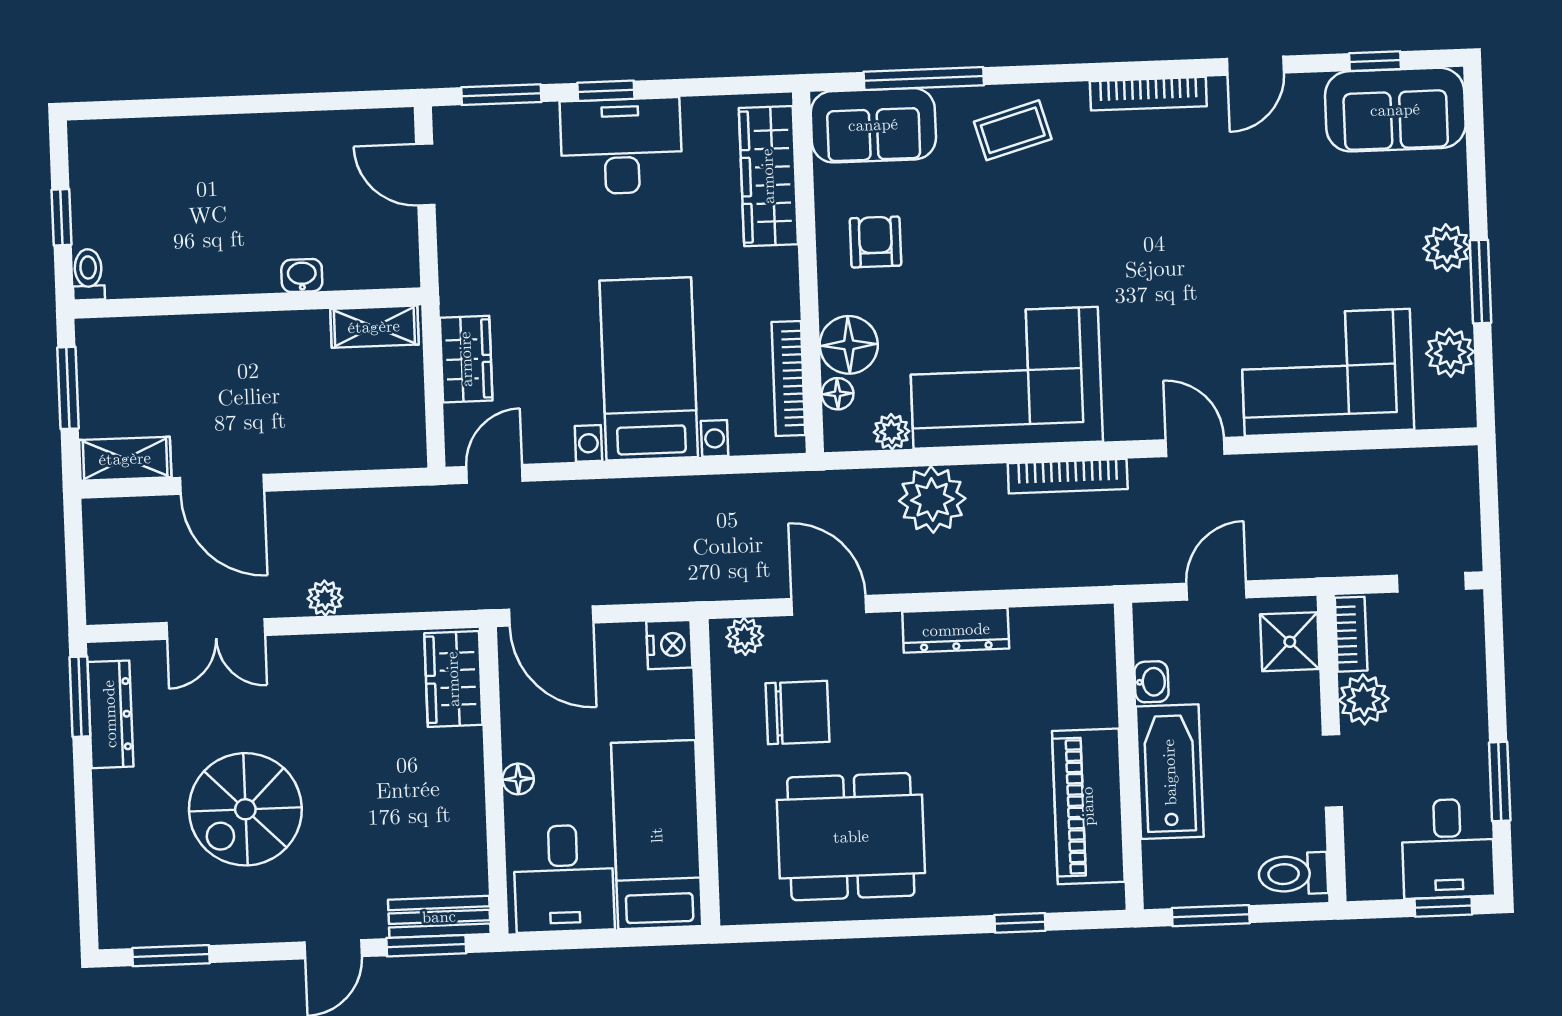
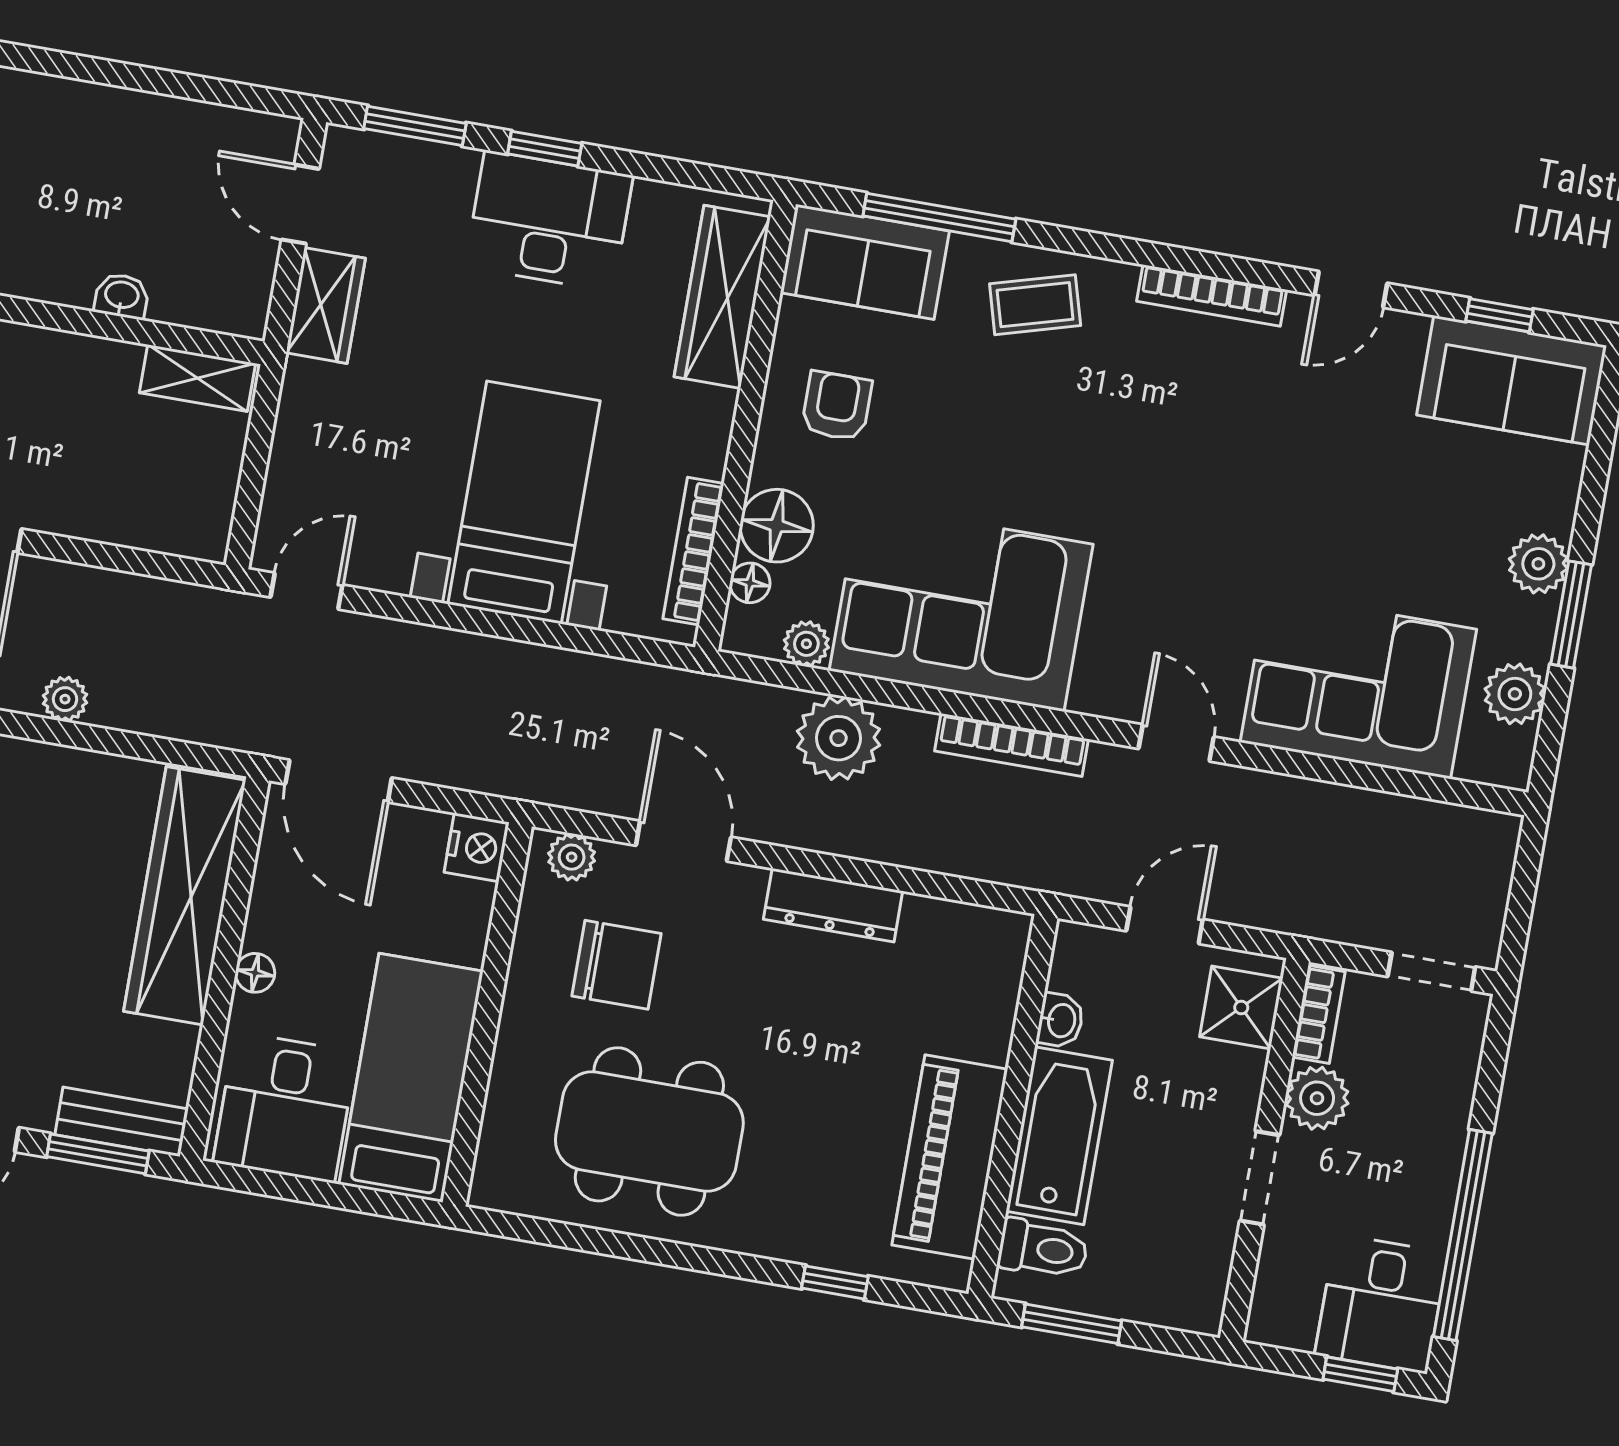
wardrobe: (466, 359) -> (326, 306), moved
wardrobe: (453, 679) -> (185, 896), width x2.10, depth x1.17
window: (1500, 782) -> (1463, 1235), width x2.11
toilet: (1293, 874) -> (1043, 1249), moved, turned 180

